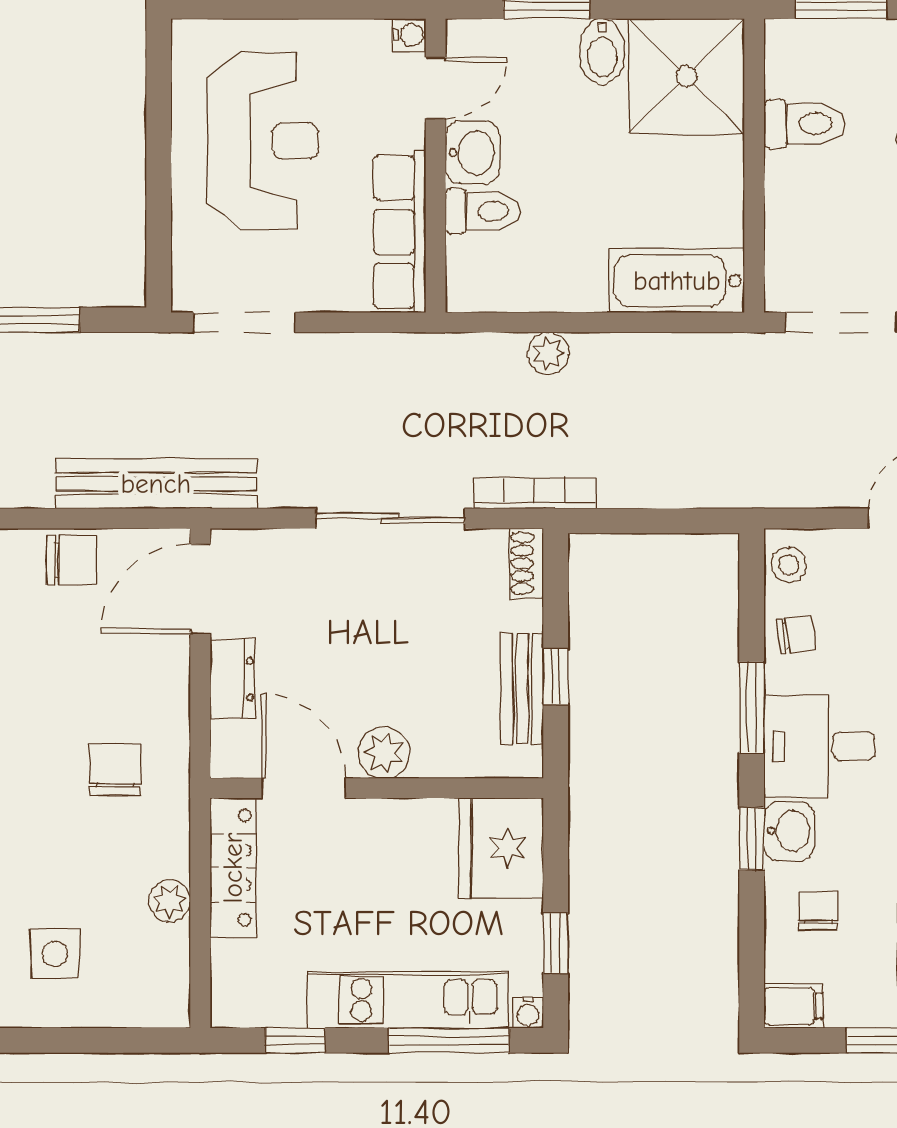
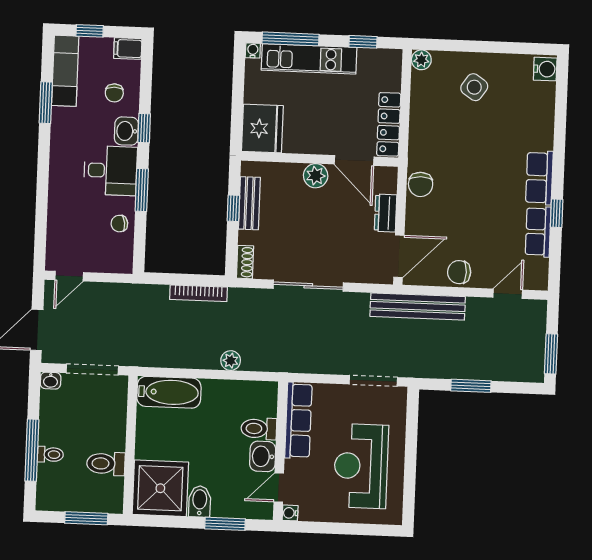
bookcase: (534, 493) -> (198, 293), moved
stool: (789, 565) -> (121, 256), removed
chair: (115, 770) -> (421, 184), moved
plant: (170, 901) -> (421, 60), moved
window: (556, 943) -> (238, 83), removed
side table: (55, 954) -> (474, 87), turned 34

